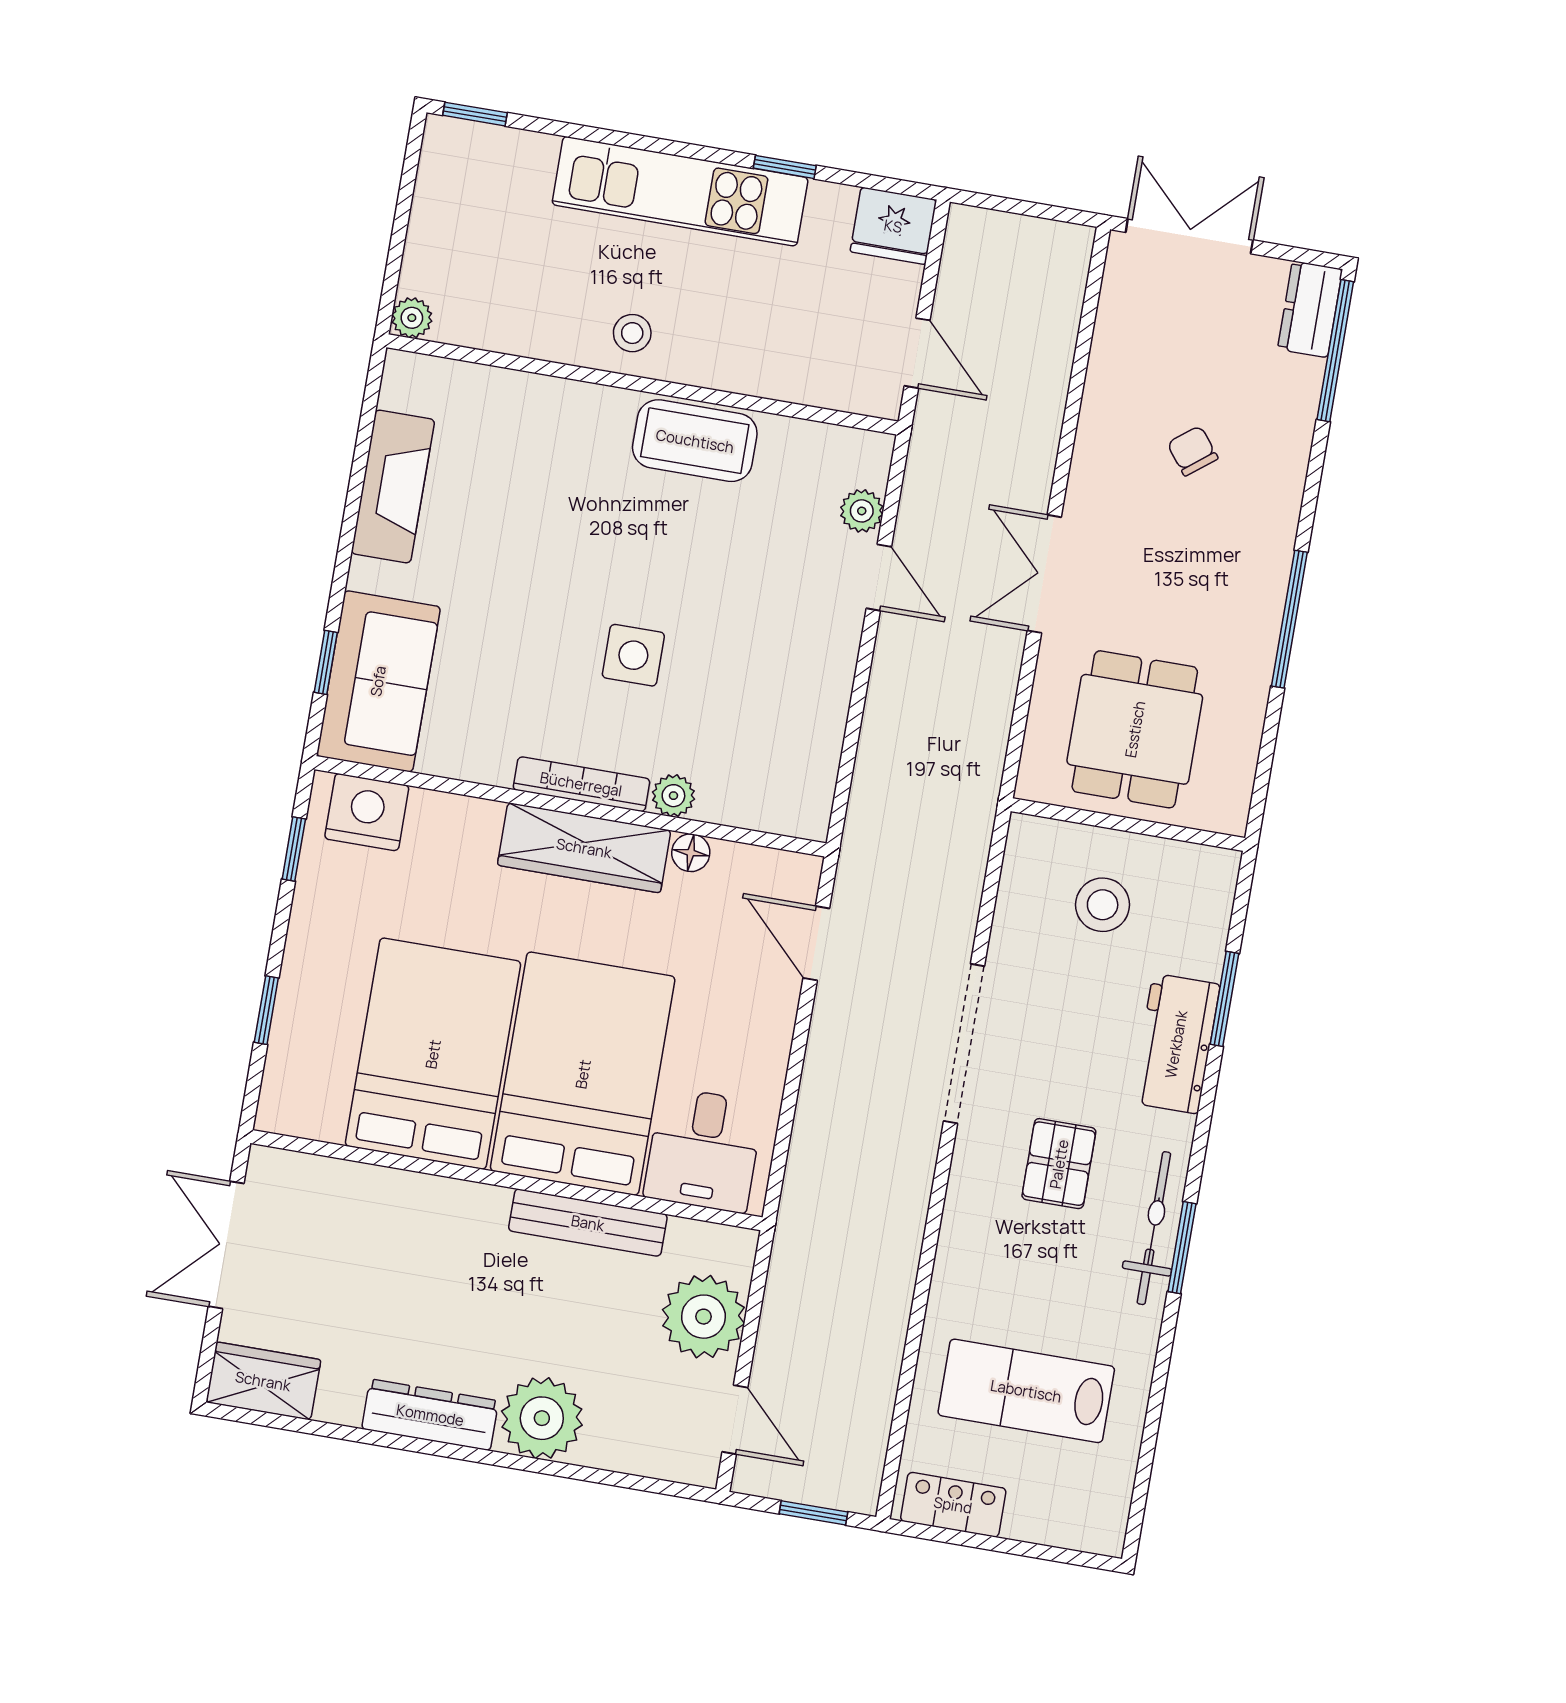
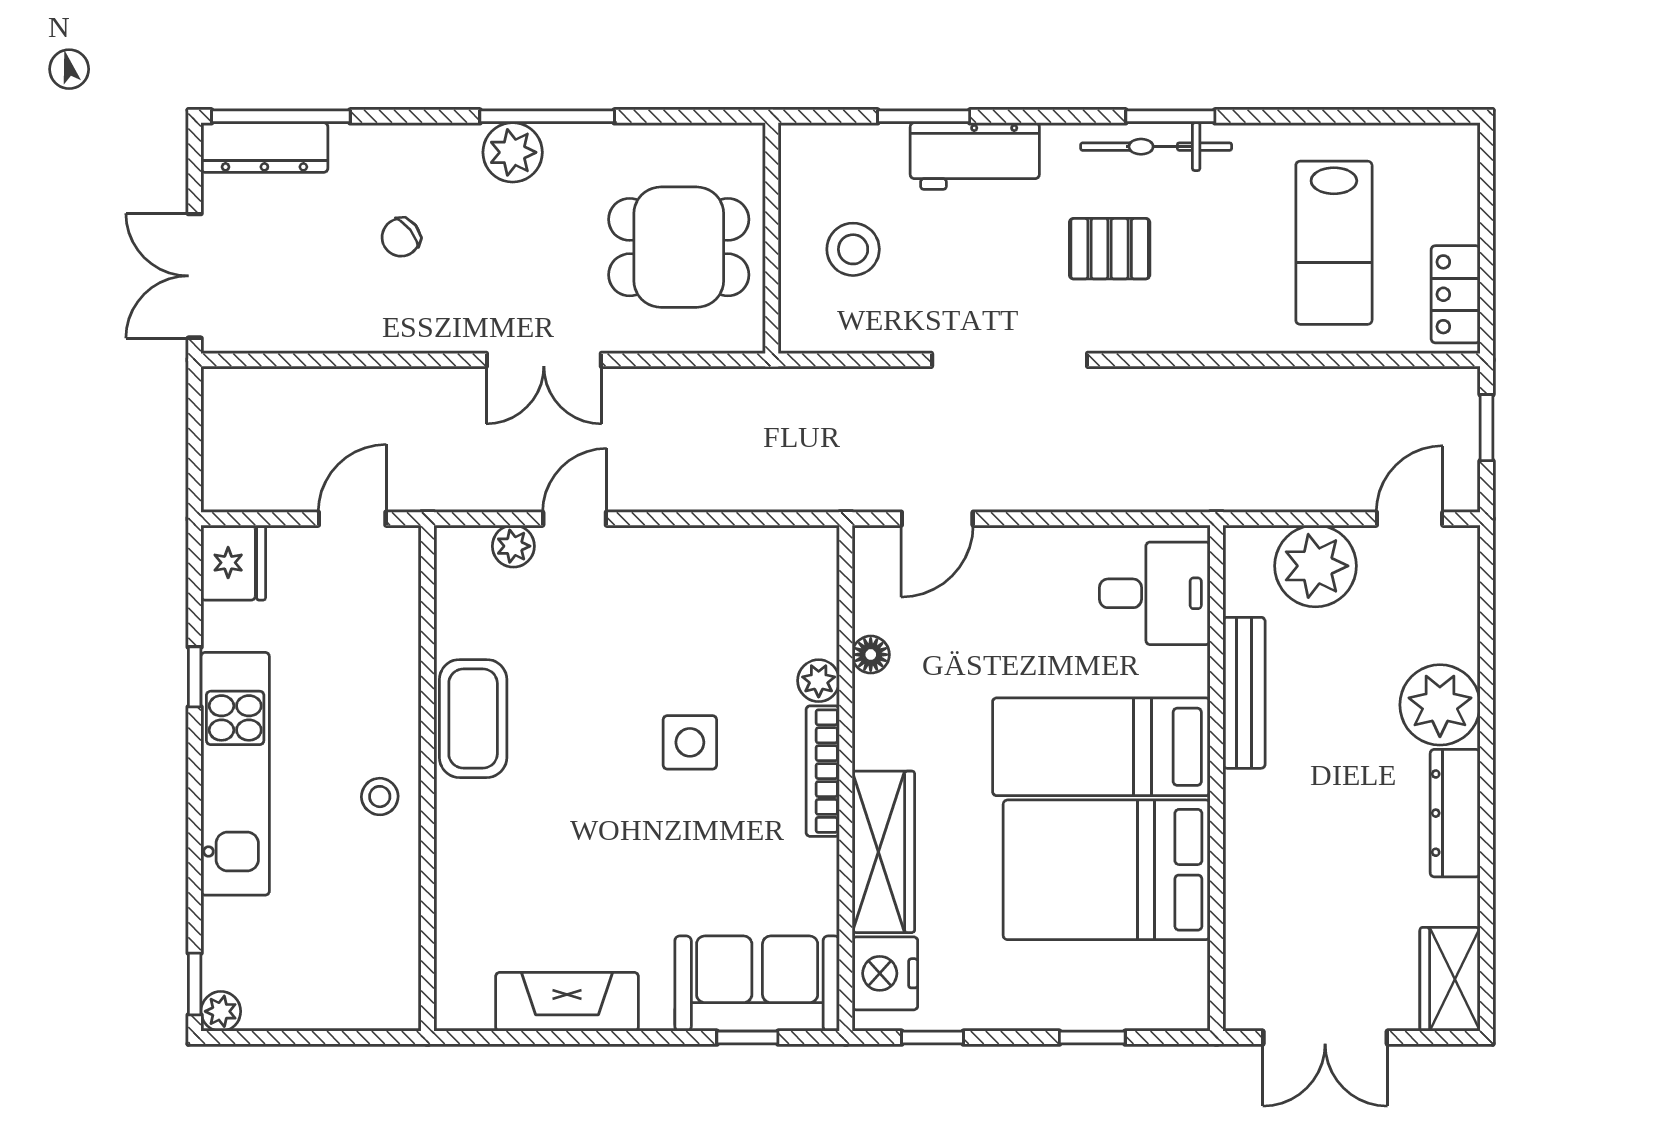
dresser: (1310, 309) -> (264, 147), width x1.44
plant: (412, 318) -> (221, 1011), moved
plant: (1259, 578) -> (513, 152), added
wardrobe: (584, 848) -> (883, 852), moved
bed: (583, 1074) -> (1101, 747), width x0.67

